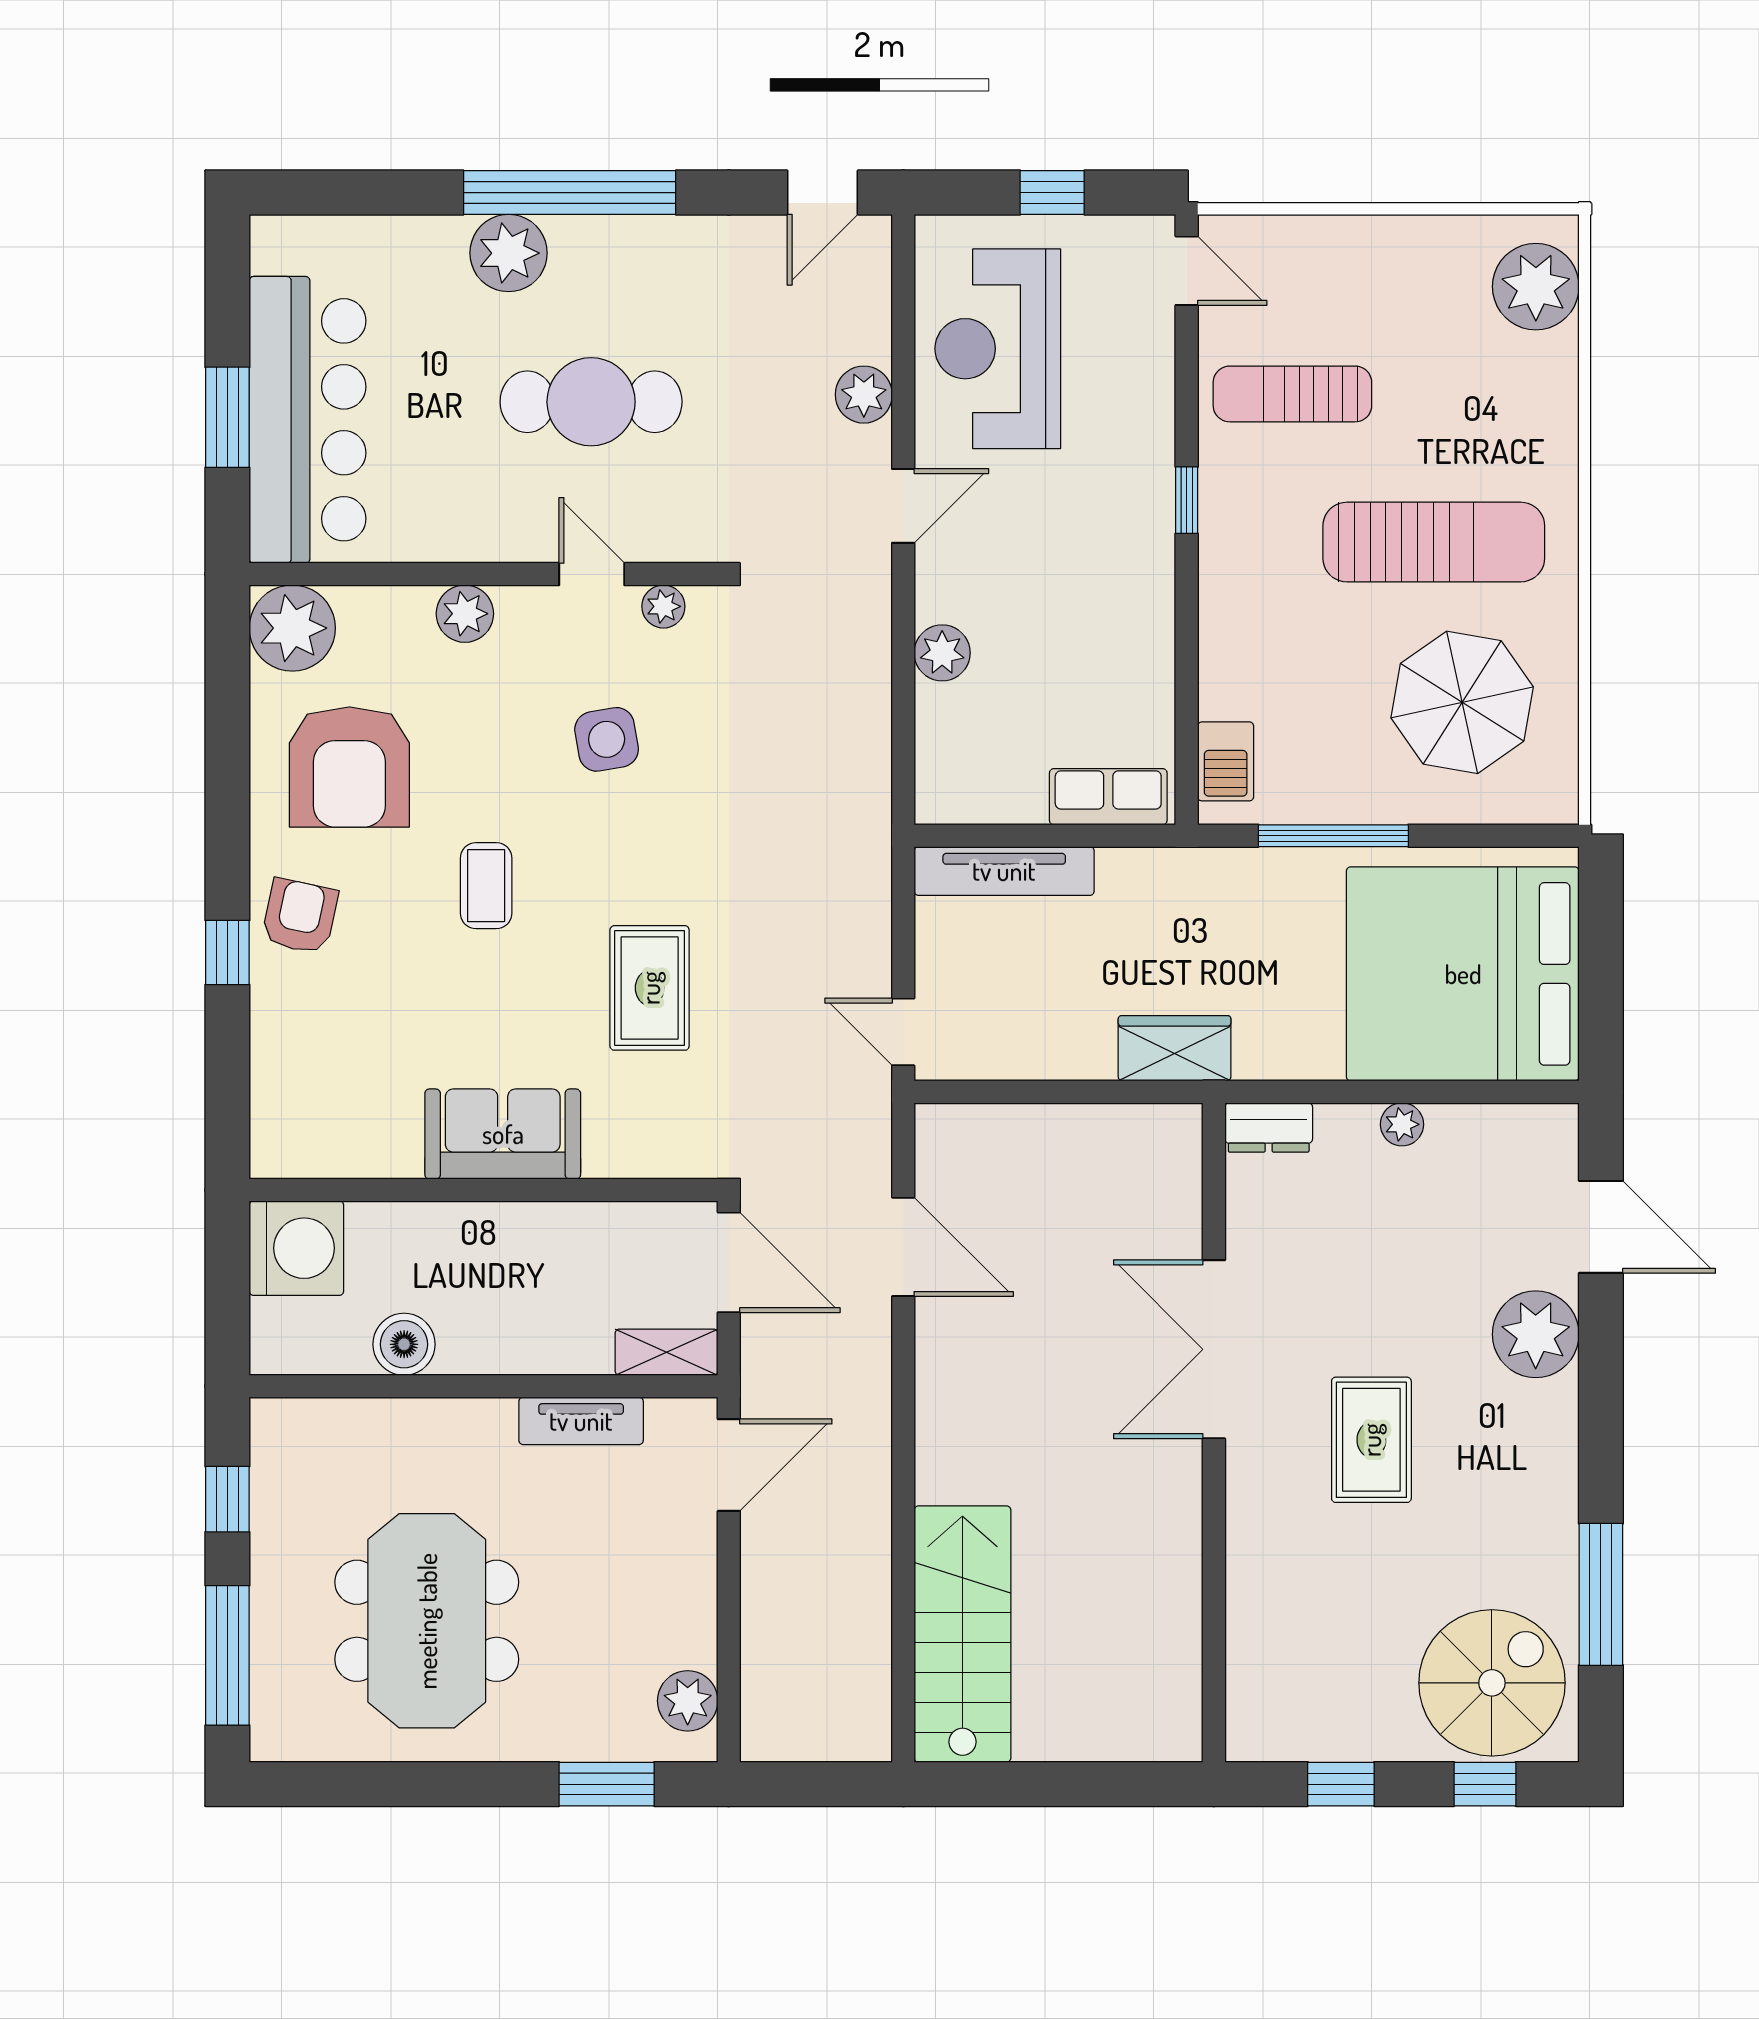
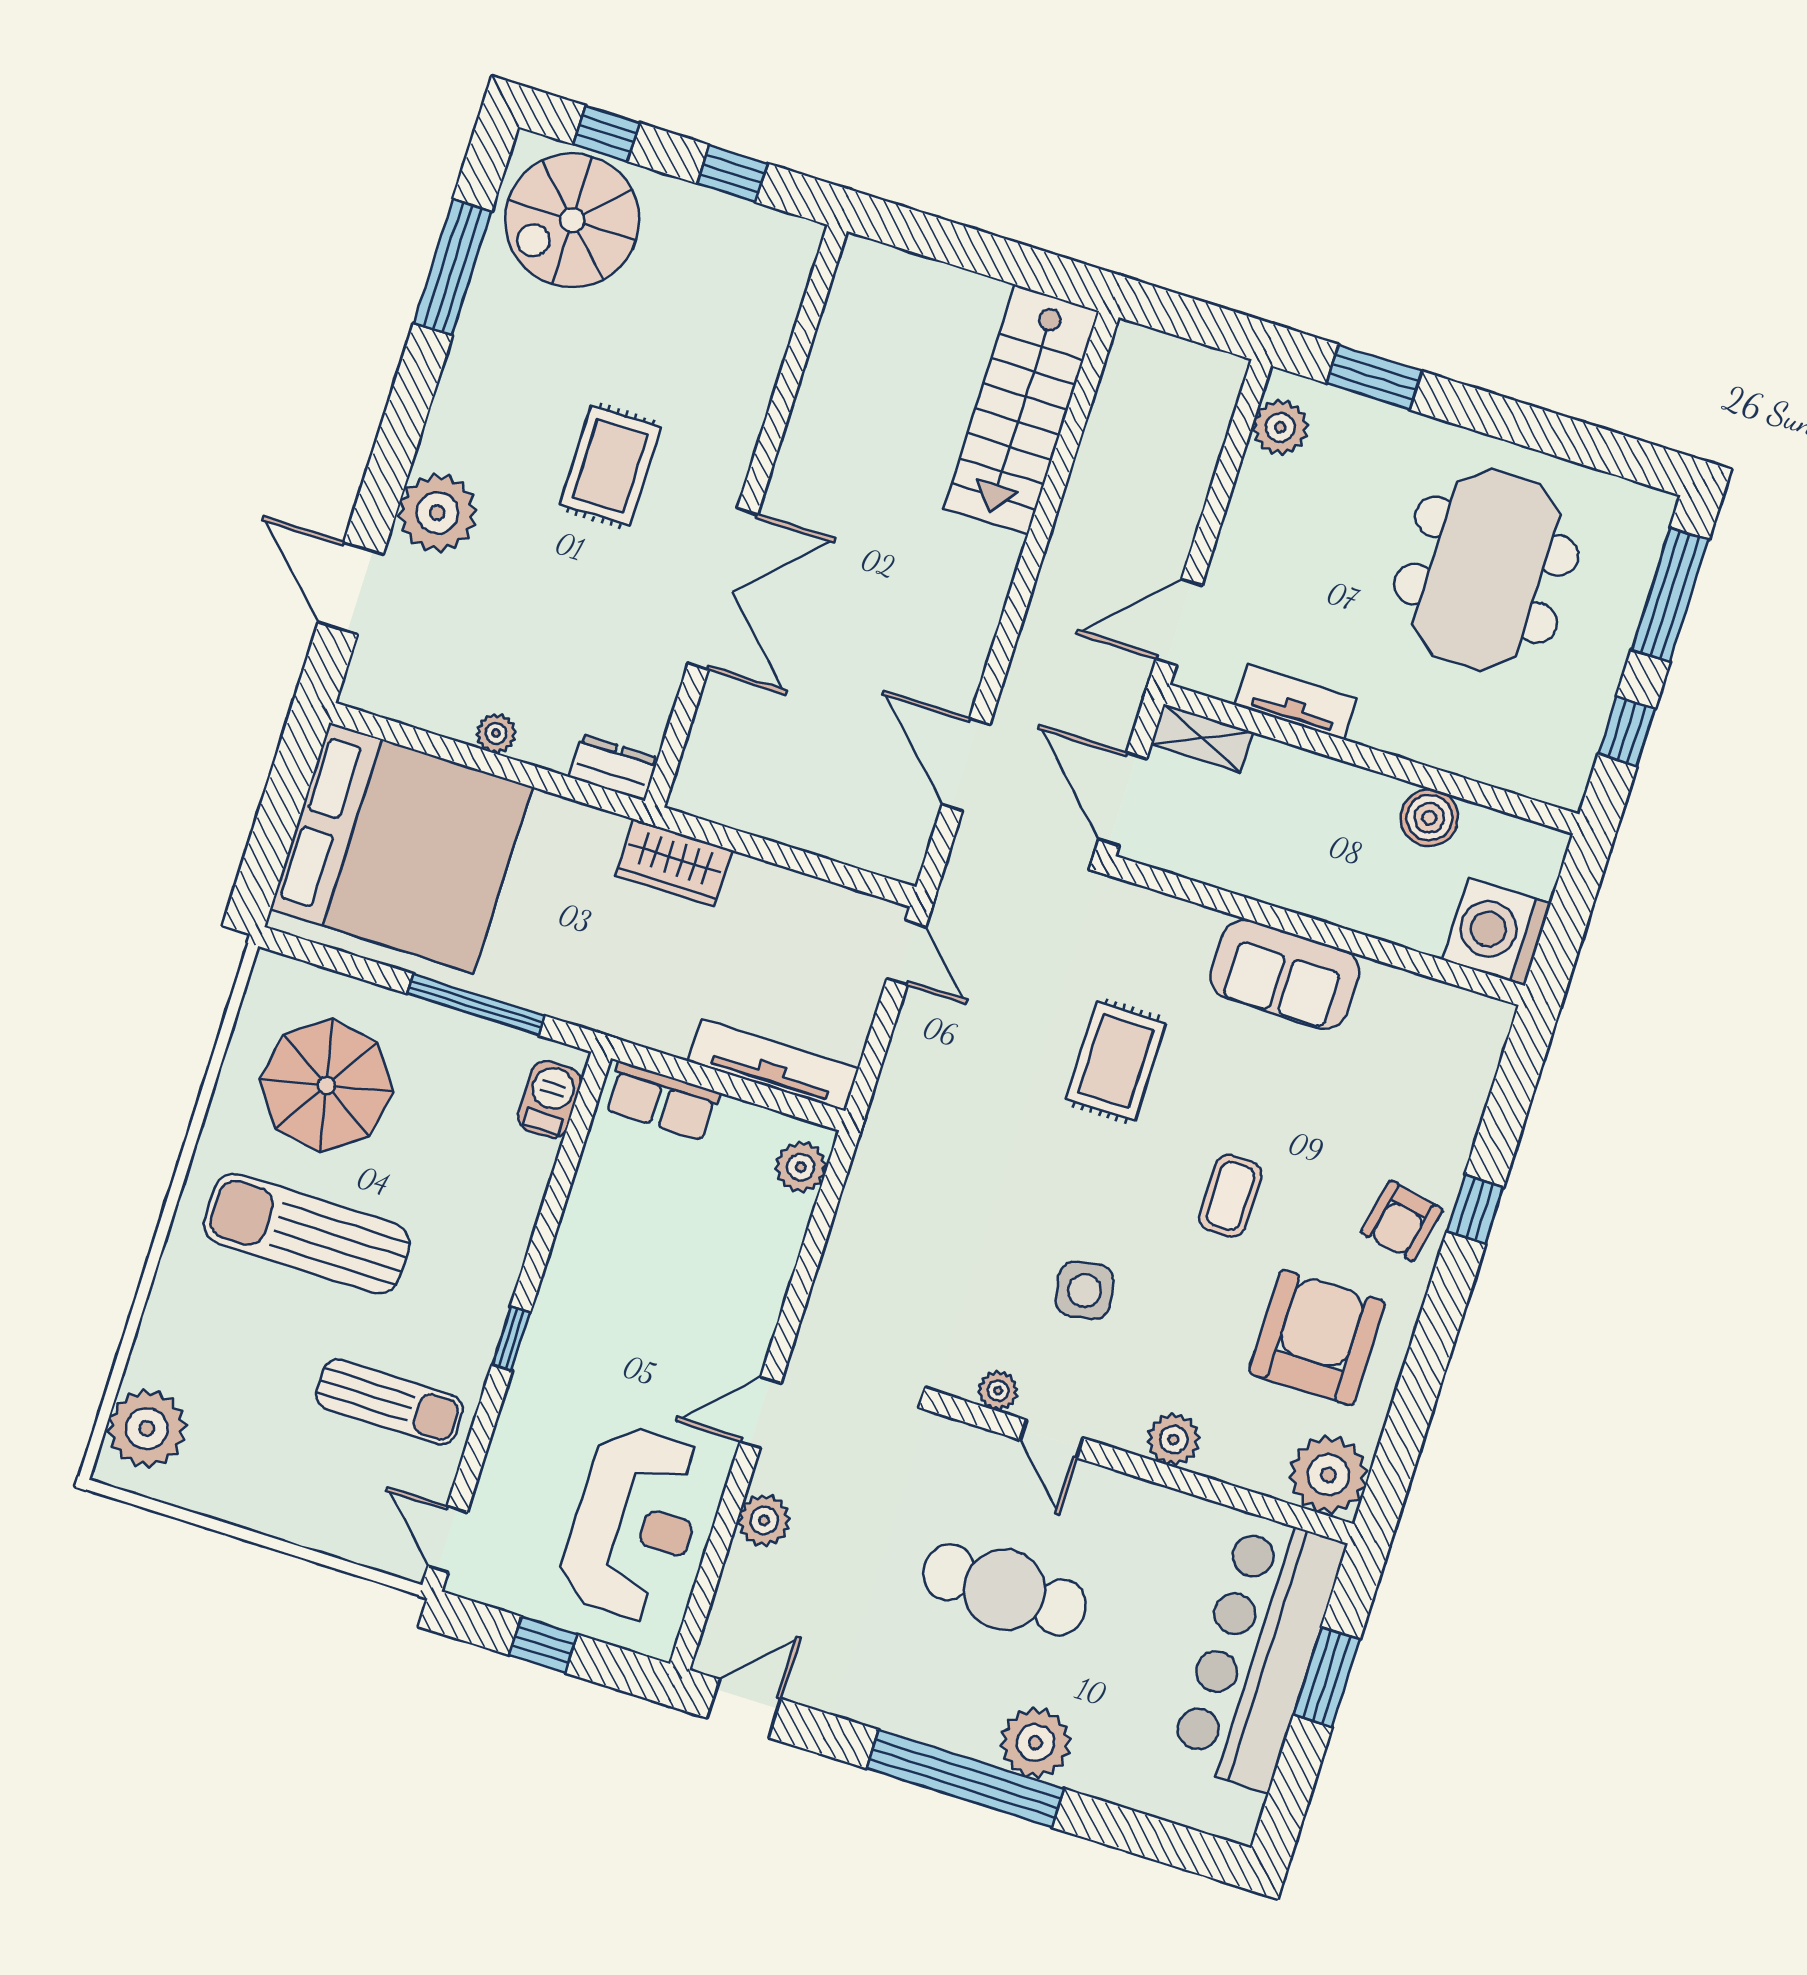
plant: (942, 653) -> (801, 1167), moved

